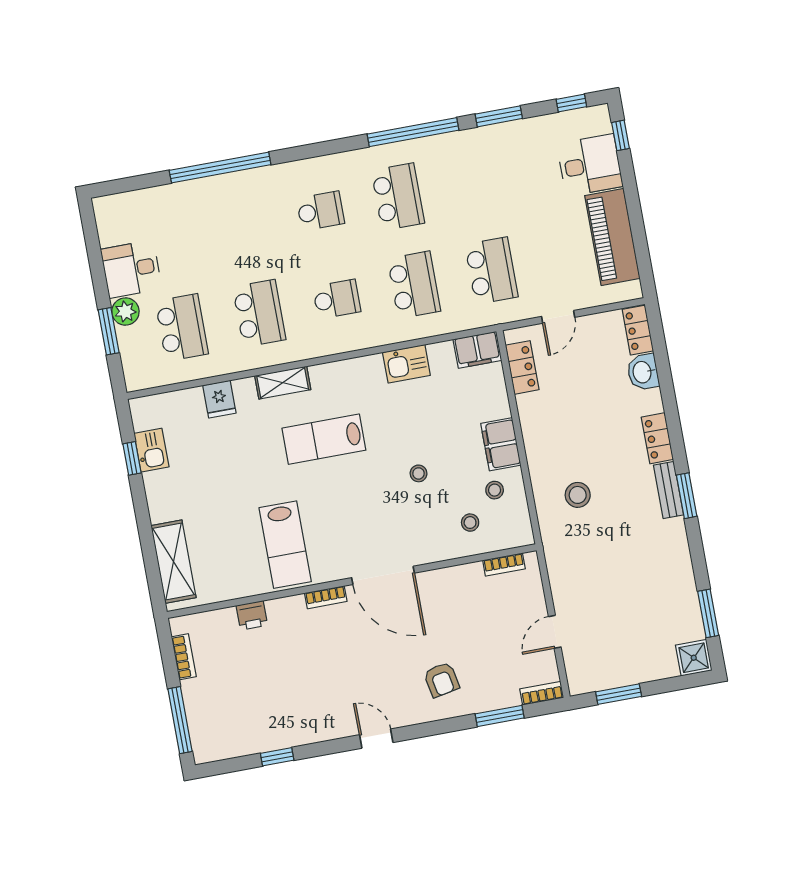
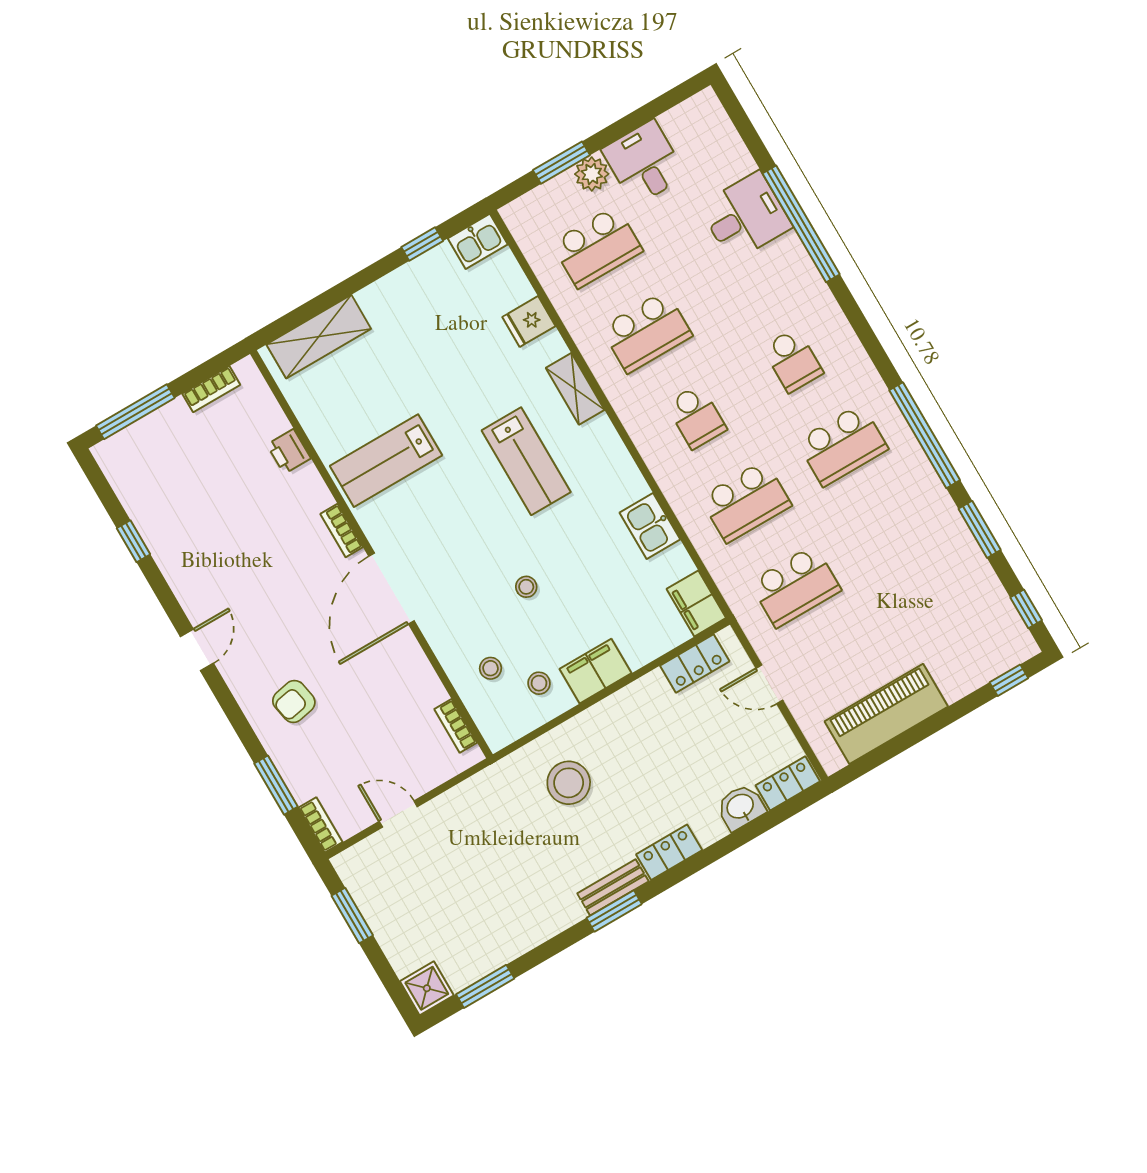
desk: (590, 165) -> (745, 216), moved, turned -90
lab bench: (324, 439) -> (526, 461), turned 180
kitchen sink: (151, 450) -> (478, 241), moved
stool: (578, 495) -> (569, 783), width x1.38, depth x1.38

